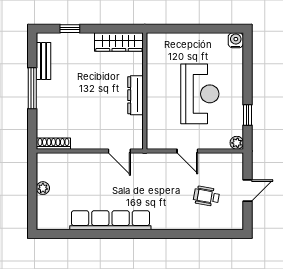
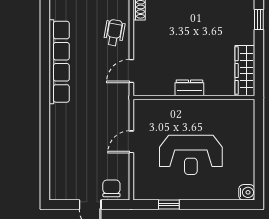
dresser: (135, 95) -> (189, 88), width x0.70
plant: (237, 143) -> (140, 193), removed
chair: (232, 170) -> (111, 188), added
wheelchair: (206, 196) -> (114, 33), moved

